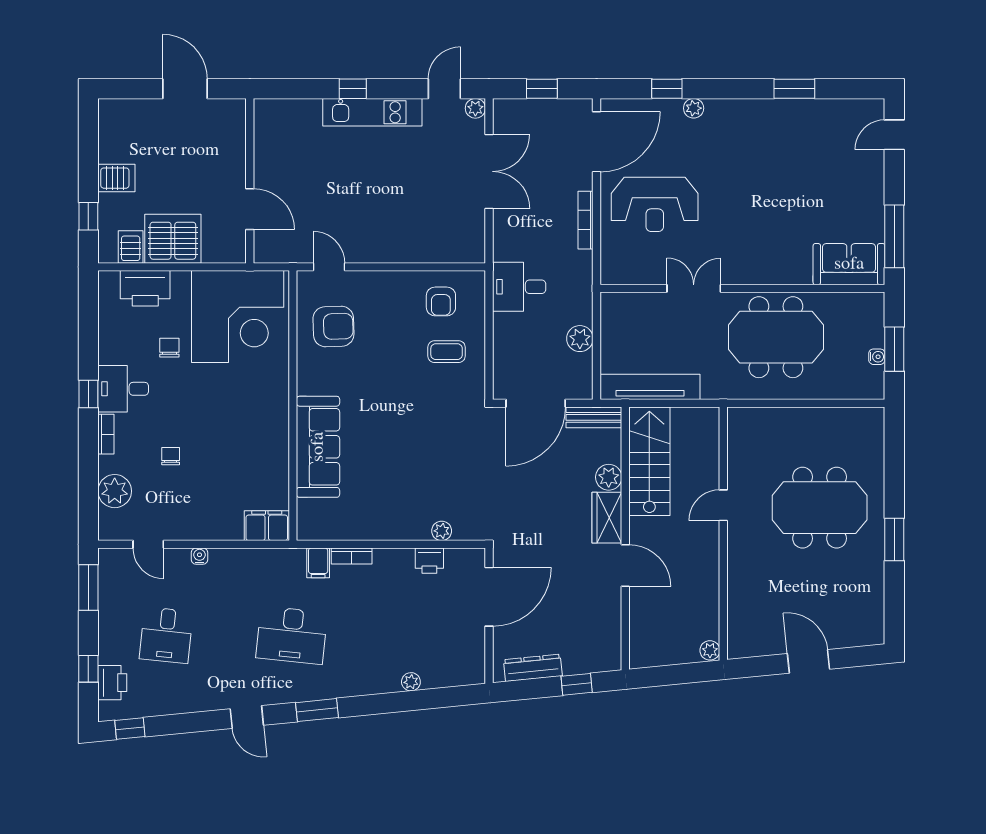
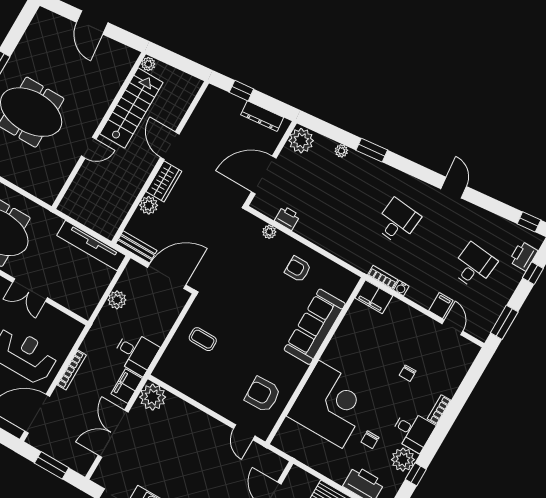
window: (542, 89) -> (52, 465), width x1.50
plant: (475, 108) -> (153, 397), moved, width x1.88, depth x1.88
filing cabinet: (506, 240) -> (127, 386), added
armchair: (441, 301) -> (298, 269), moved, turned -90
corner desk: (238, 317) -> (330, 404), moved, turned 90
window: (88, 394) -> (416, 474), moved
stairs: (649, 461) -> (131, 108), moved, turned 180
plant: (115, 491) -> (403, 460), moved
water cooler: (199, 556) -> (401, 288), moved
bookcase: (352, 556) -> (383, 277), moved
filing cabinet: (318, 563) -> (441, 306), moved
desk: (292, 635) -> (397, 221), width x0.73
plant: (468, 666) -> (301, 141), added
window: (317, 710) -> (372, 150), moved

